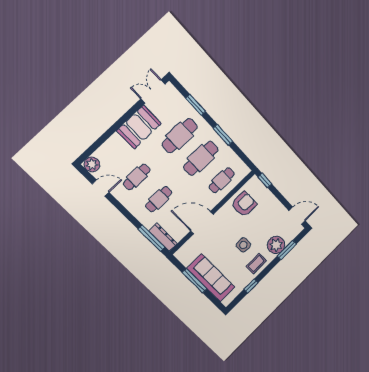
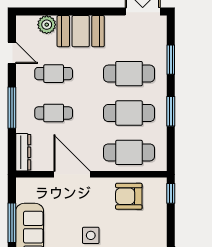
booth: (139, 127) -> (81, 31), moved
plant: (92, 164) -> (47, 25), moved
cafe table: (222, 180) -> (129, 152), width x1.37, depth x1.35
armchair: (244, 204) -> (129, 196), turned 180
window: (151, 238) -> (12, 108), moved

